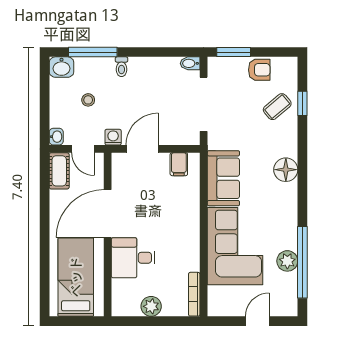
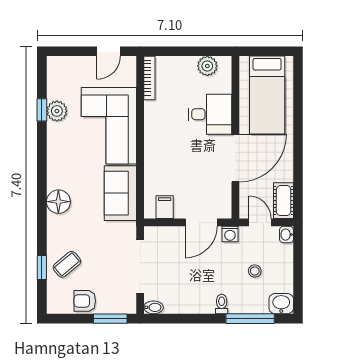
window: (302, 262) -> (42, 110), width x0.32
plant: (151, 306) -> (207, 66), moved
door: (257, 321) -> (109, 51), moved

